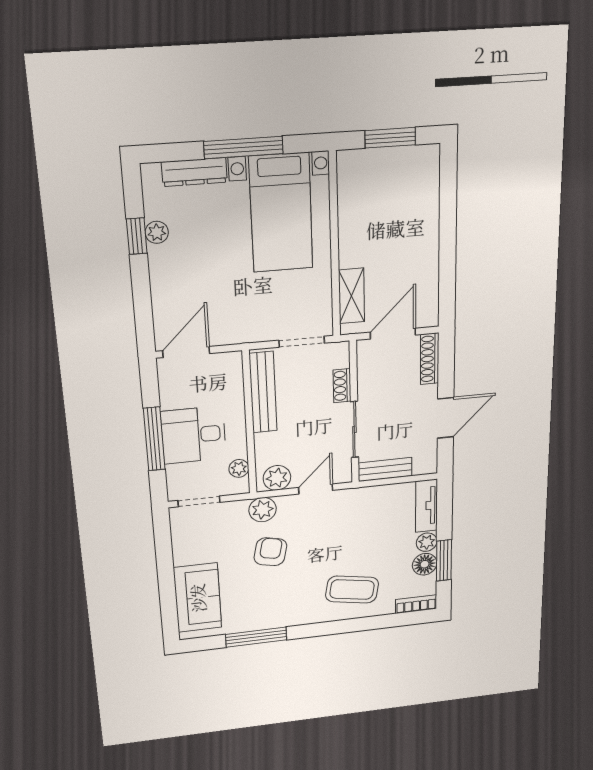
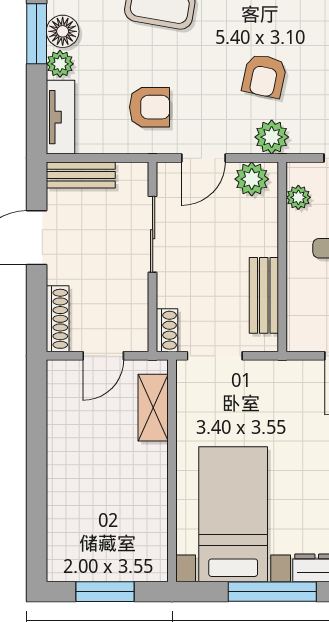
door: (393, 334) -> (103, 356), width x0.73
shoe rack: (342, 386) -> (167, 330), moved
bench: (263, 392) -> (264, 295), width x0.73
bench: (385, 469) -> (81, 175), moved
armchair: (358, 520) -> (150, 107), added

